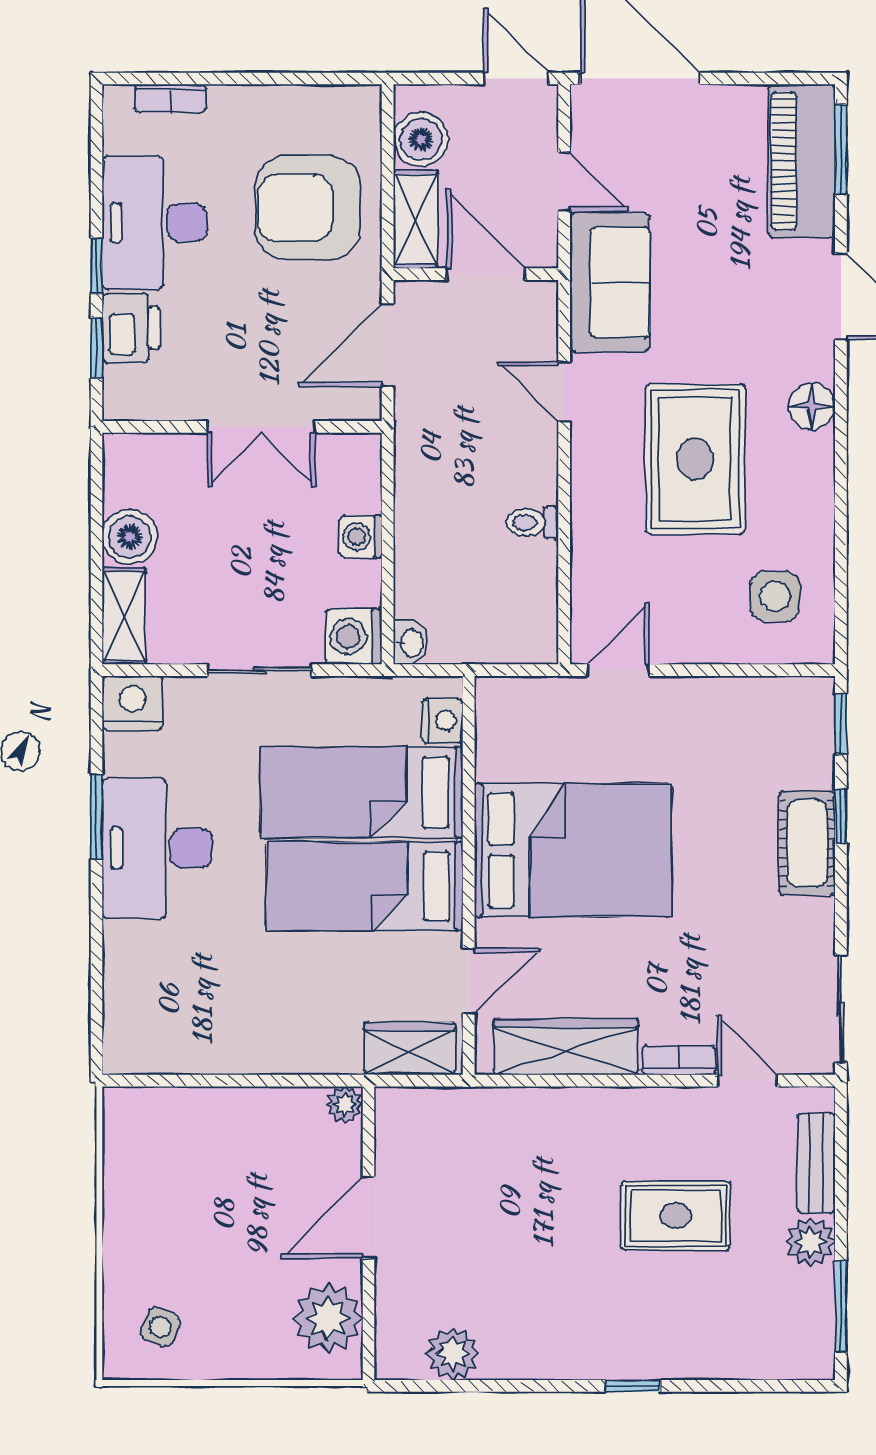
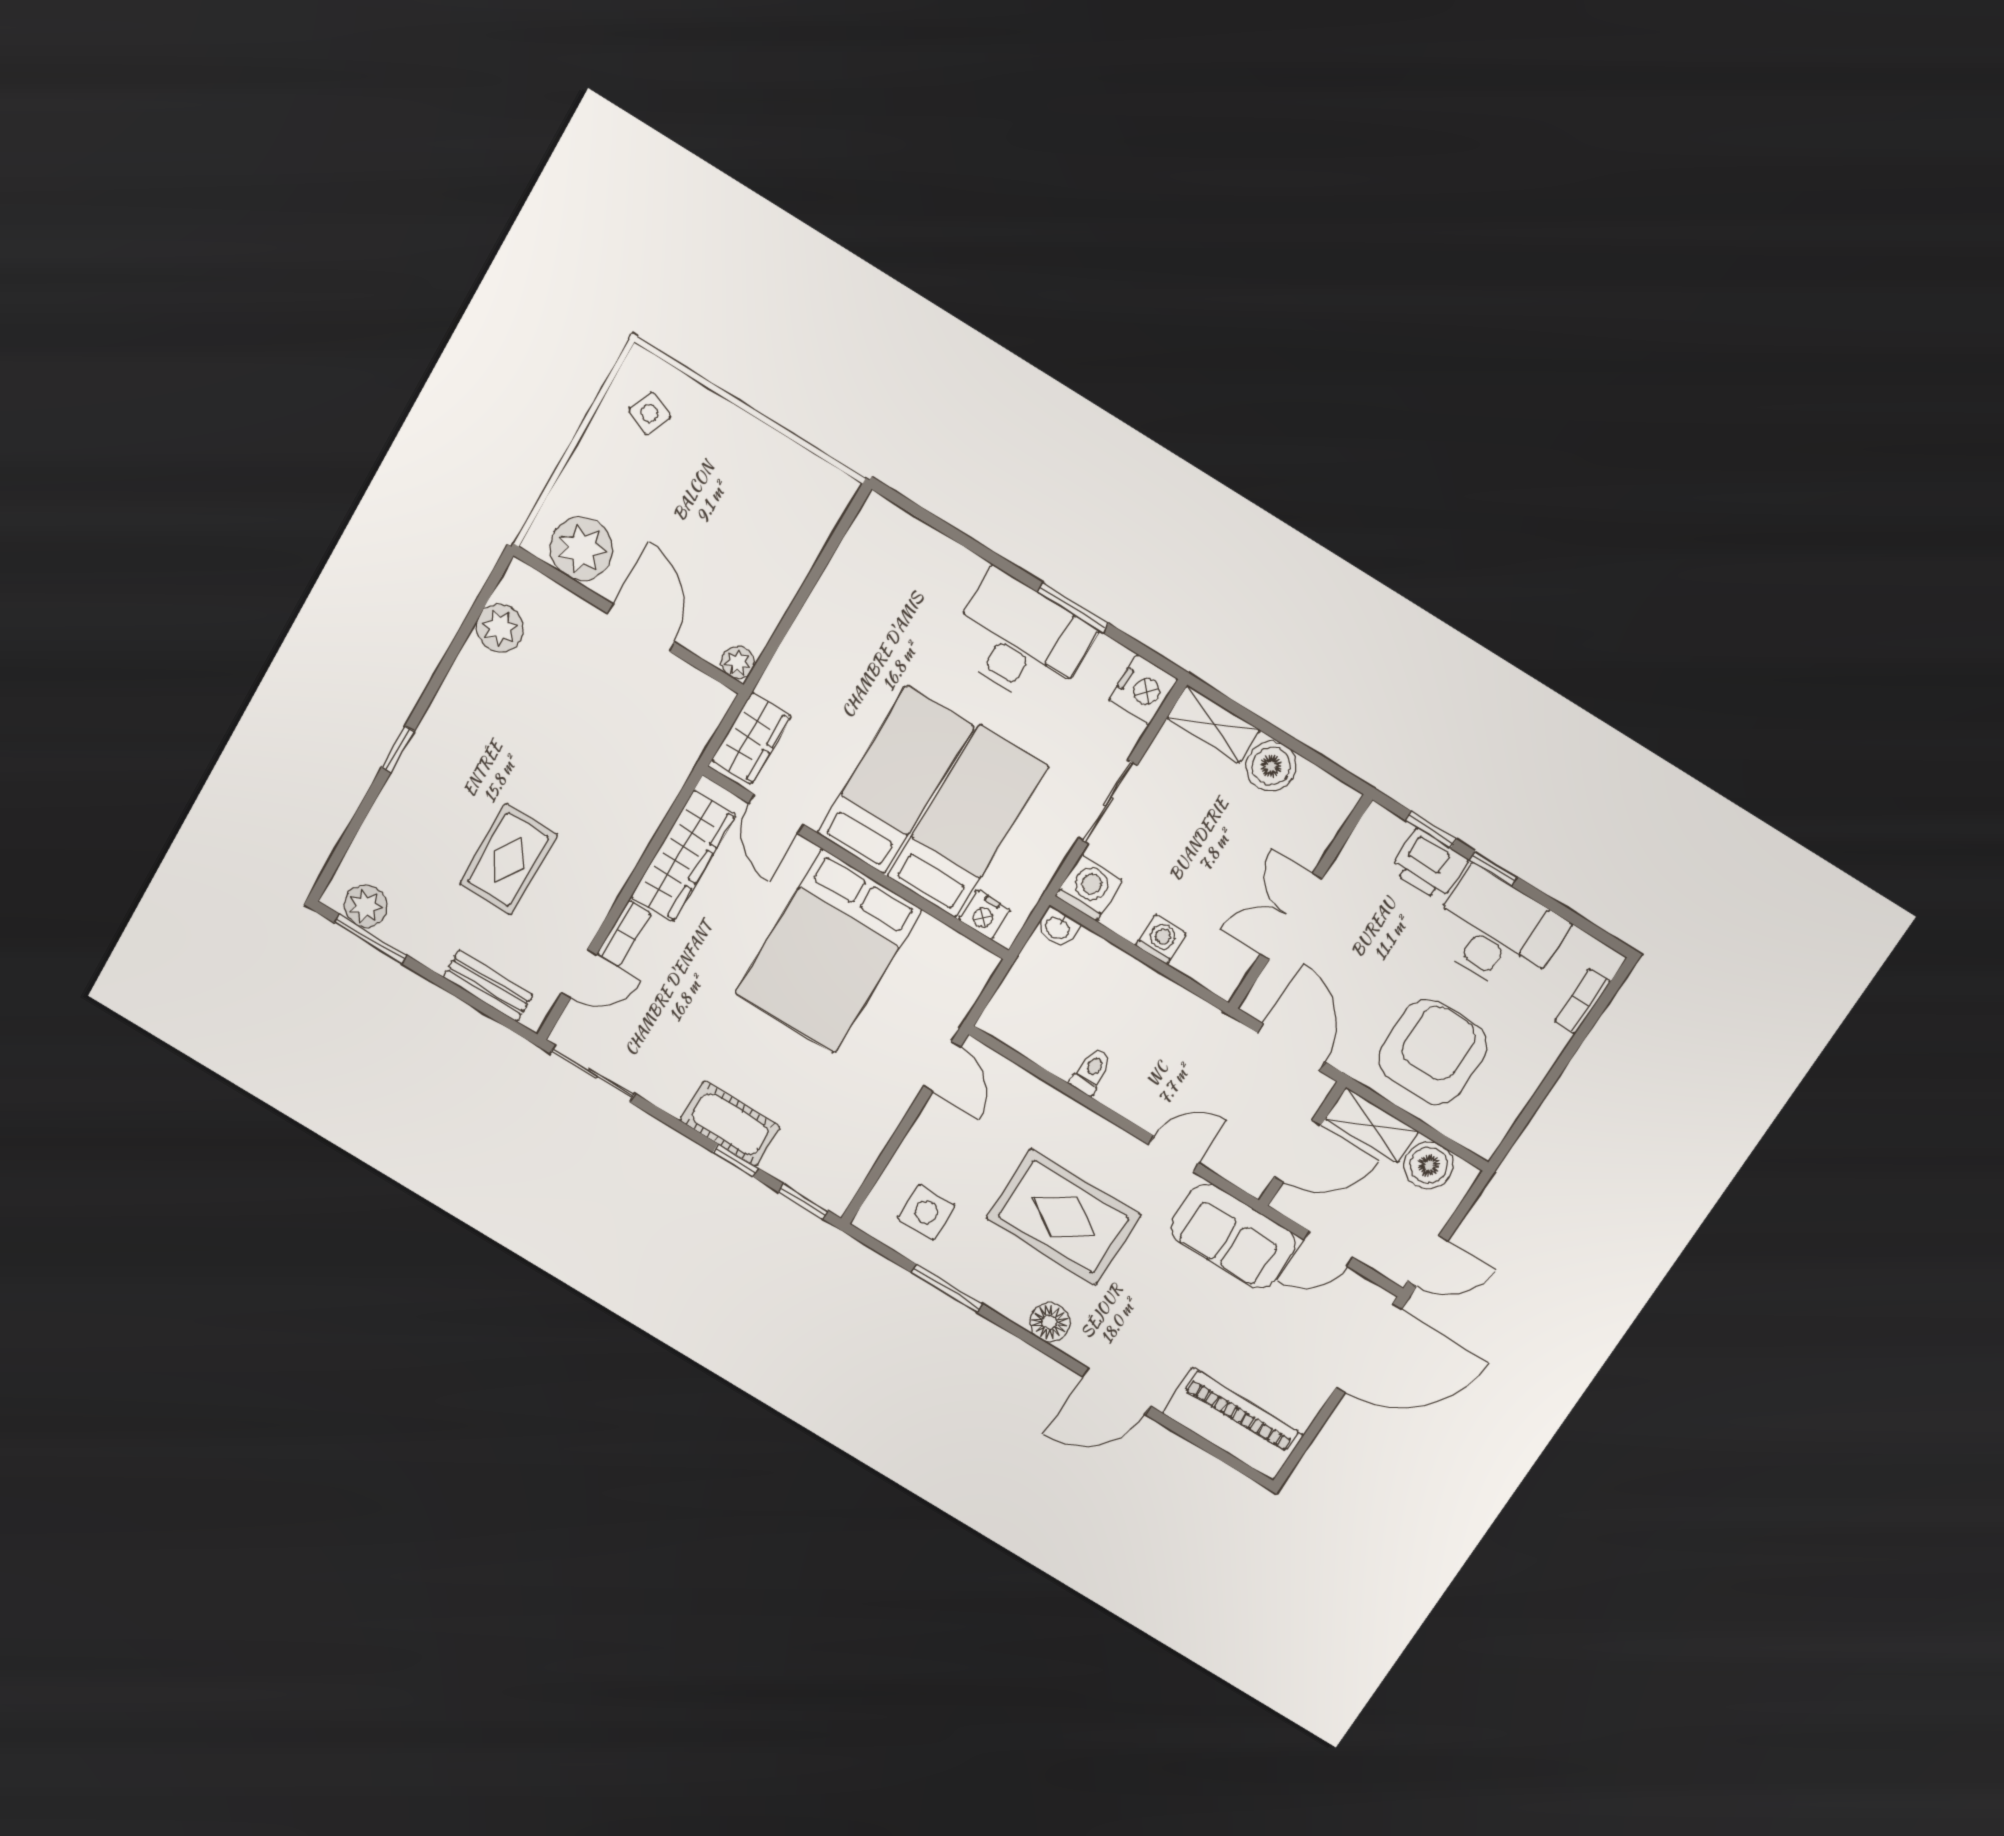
window: (841, 149) -> (947, 1288), moved
plant: (810, 1242) -> (366, 906), moved

